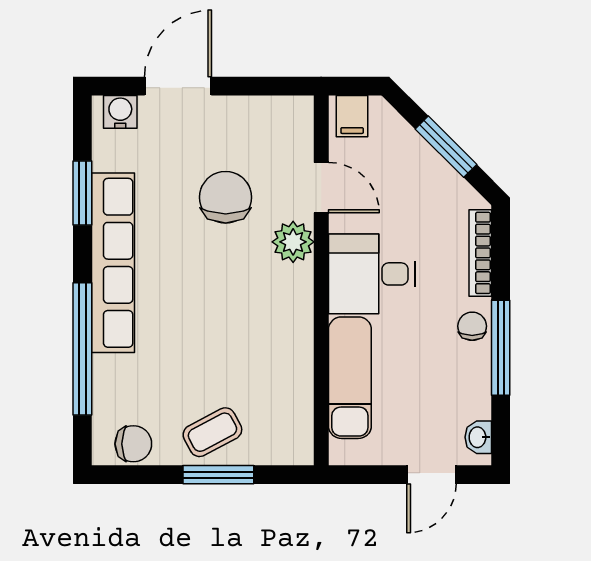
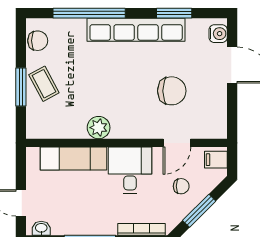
plant: (293, 242) -> (99, 128), moved
chair: (472, 326) -> (181, 186), moved
chair: (133, 444) -> (38, 41), turned -90

